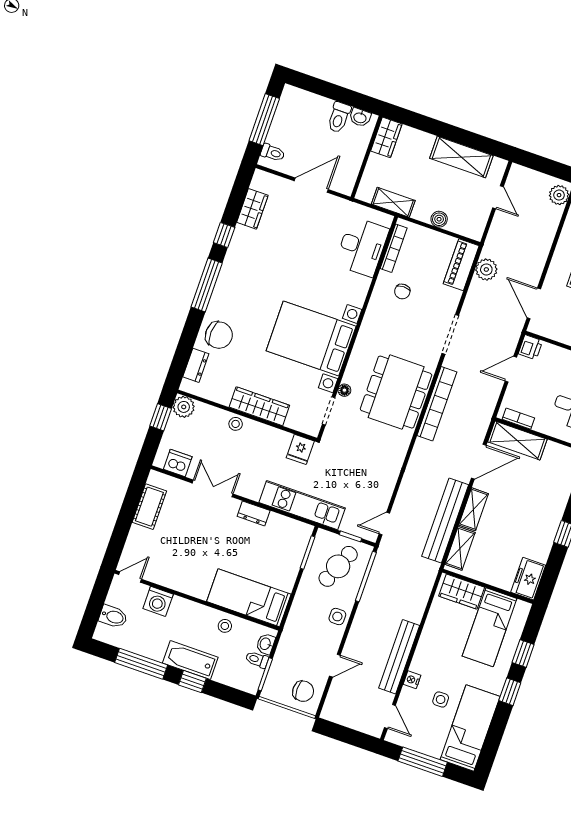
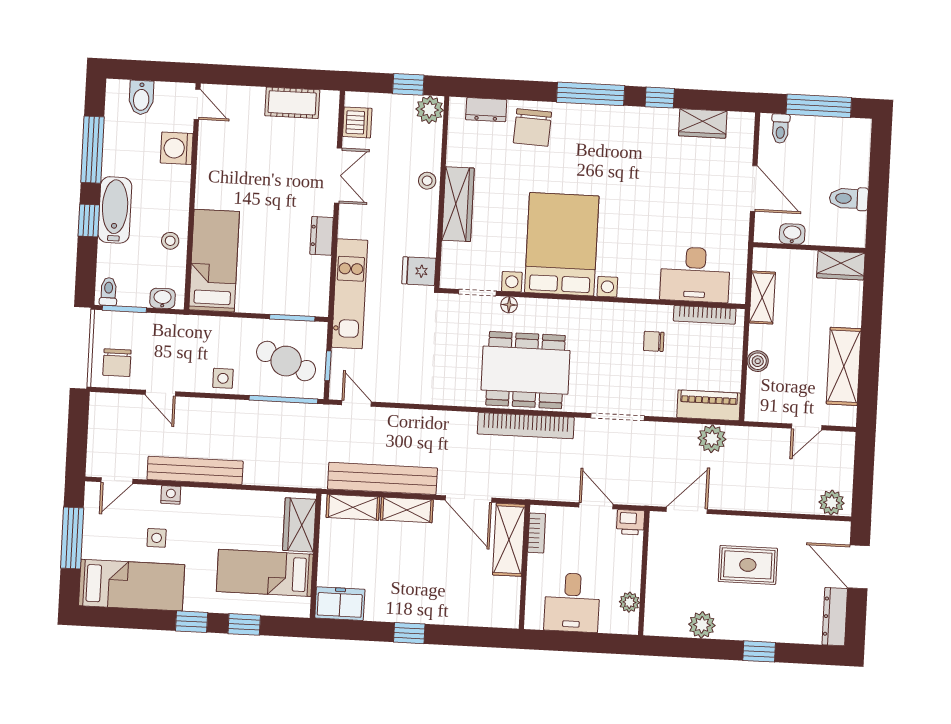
washbasin: (360, 117) -> (792, 234), moved, turned 90
toilet: (257, 660) -> (108, 292), moved

